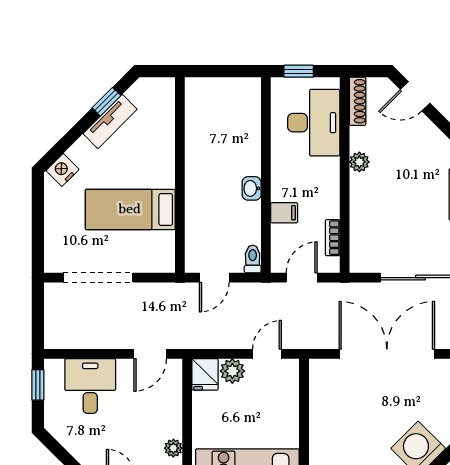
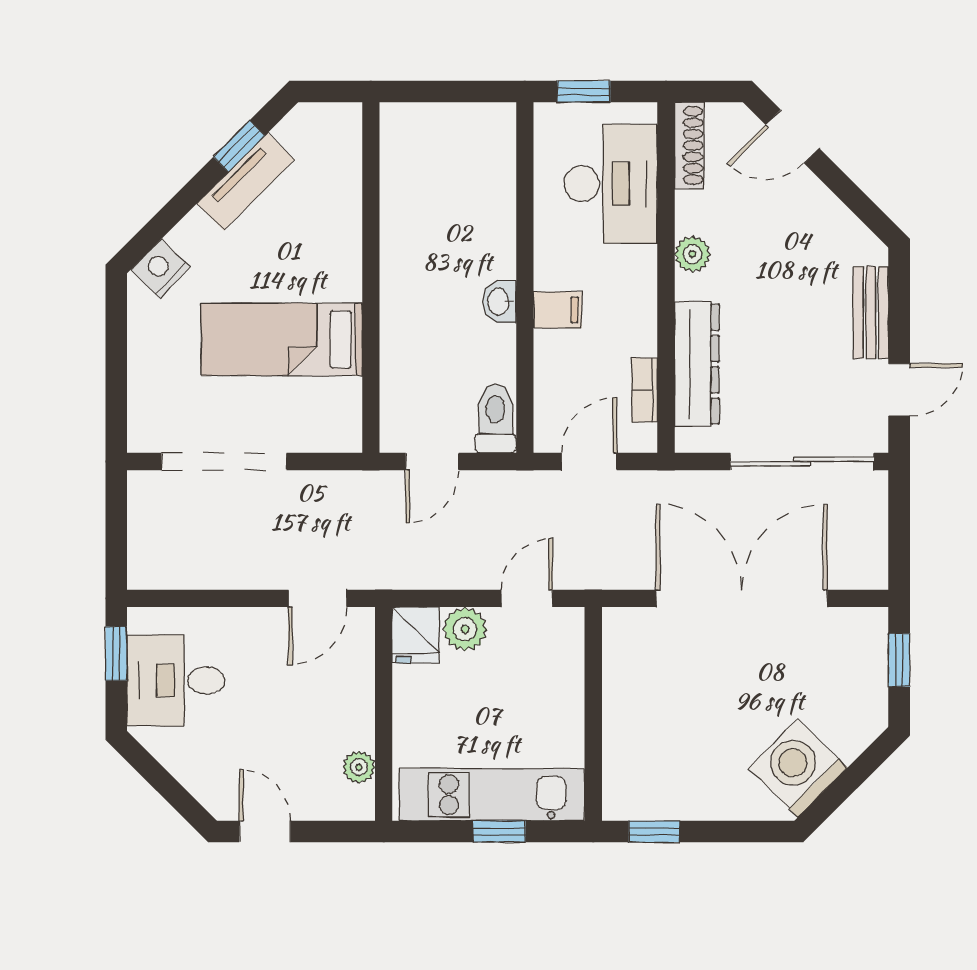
filing cabinet: (284, 213) -> (558, 310), moved
dresser: (362, 223) -> (697, 364), added
toilet: (253, 259) -> (495, 419), width x1.37, depth x1.39
desk: (90, 386) -> (176, 680), moved, turned -90

